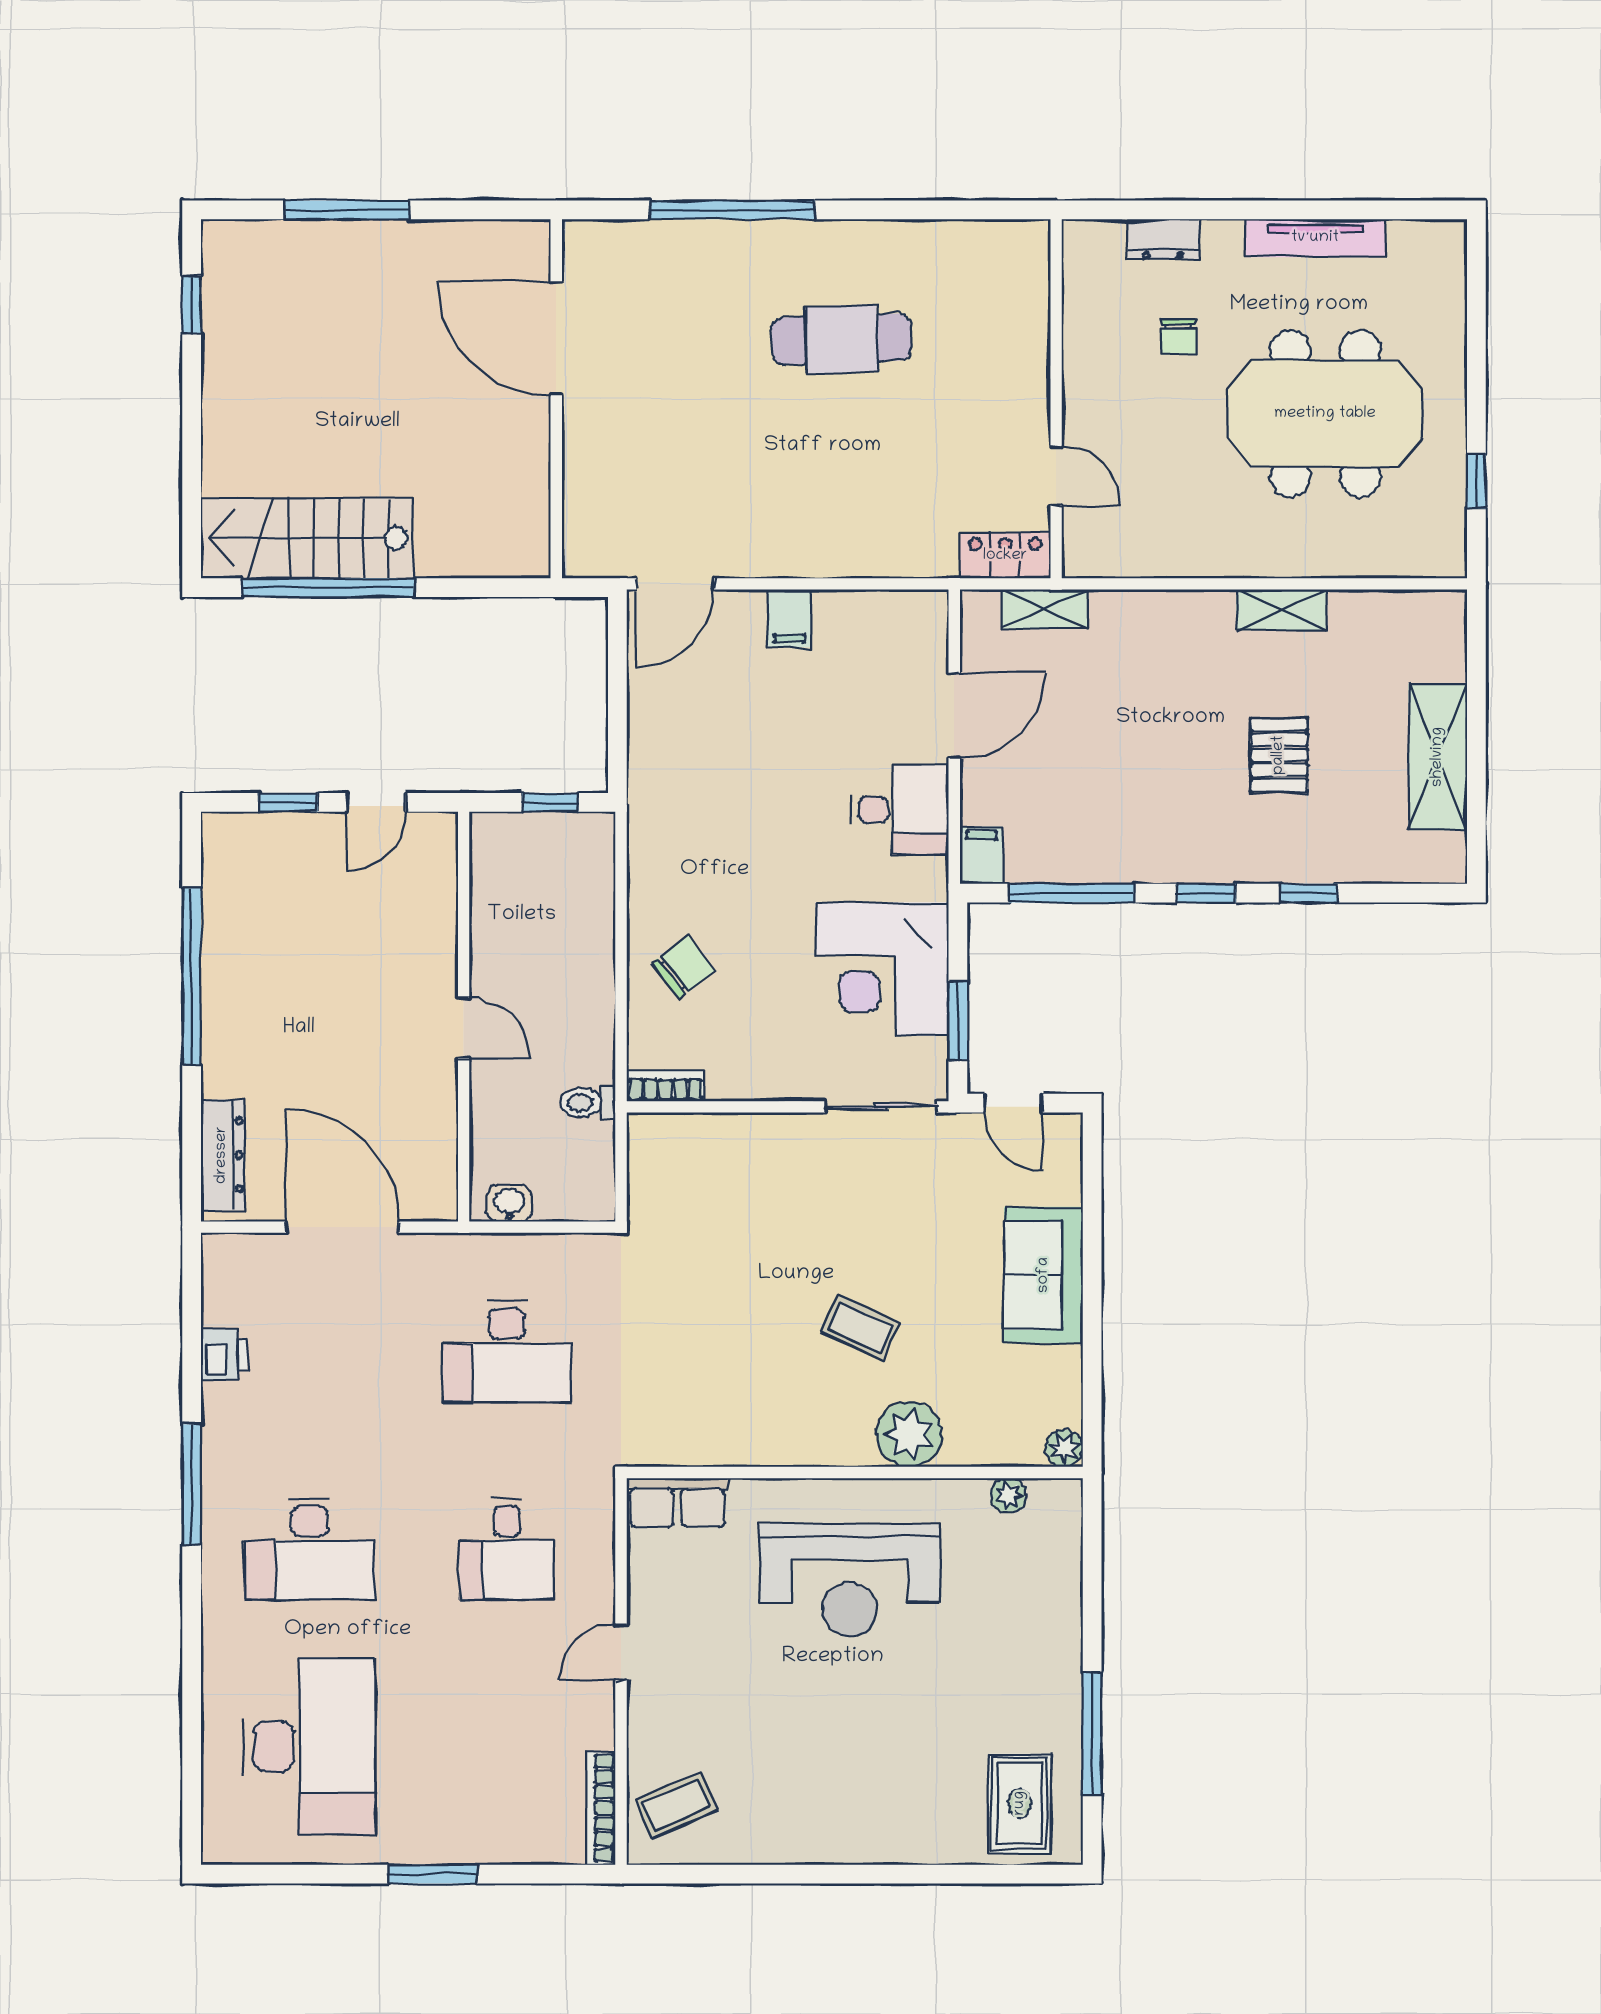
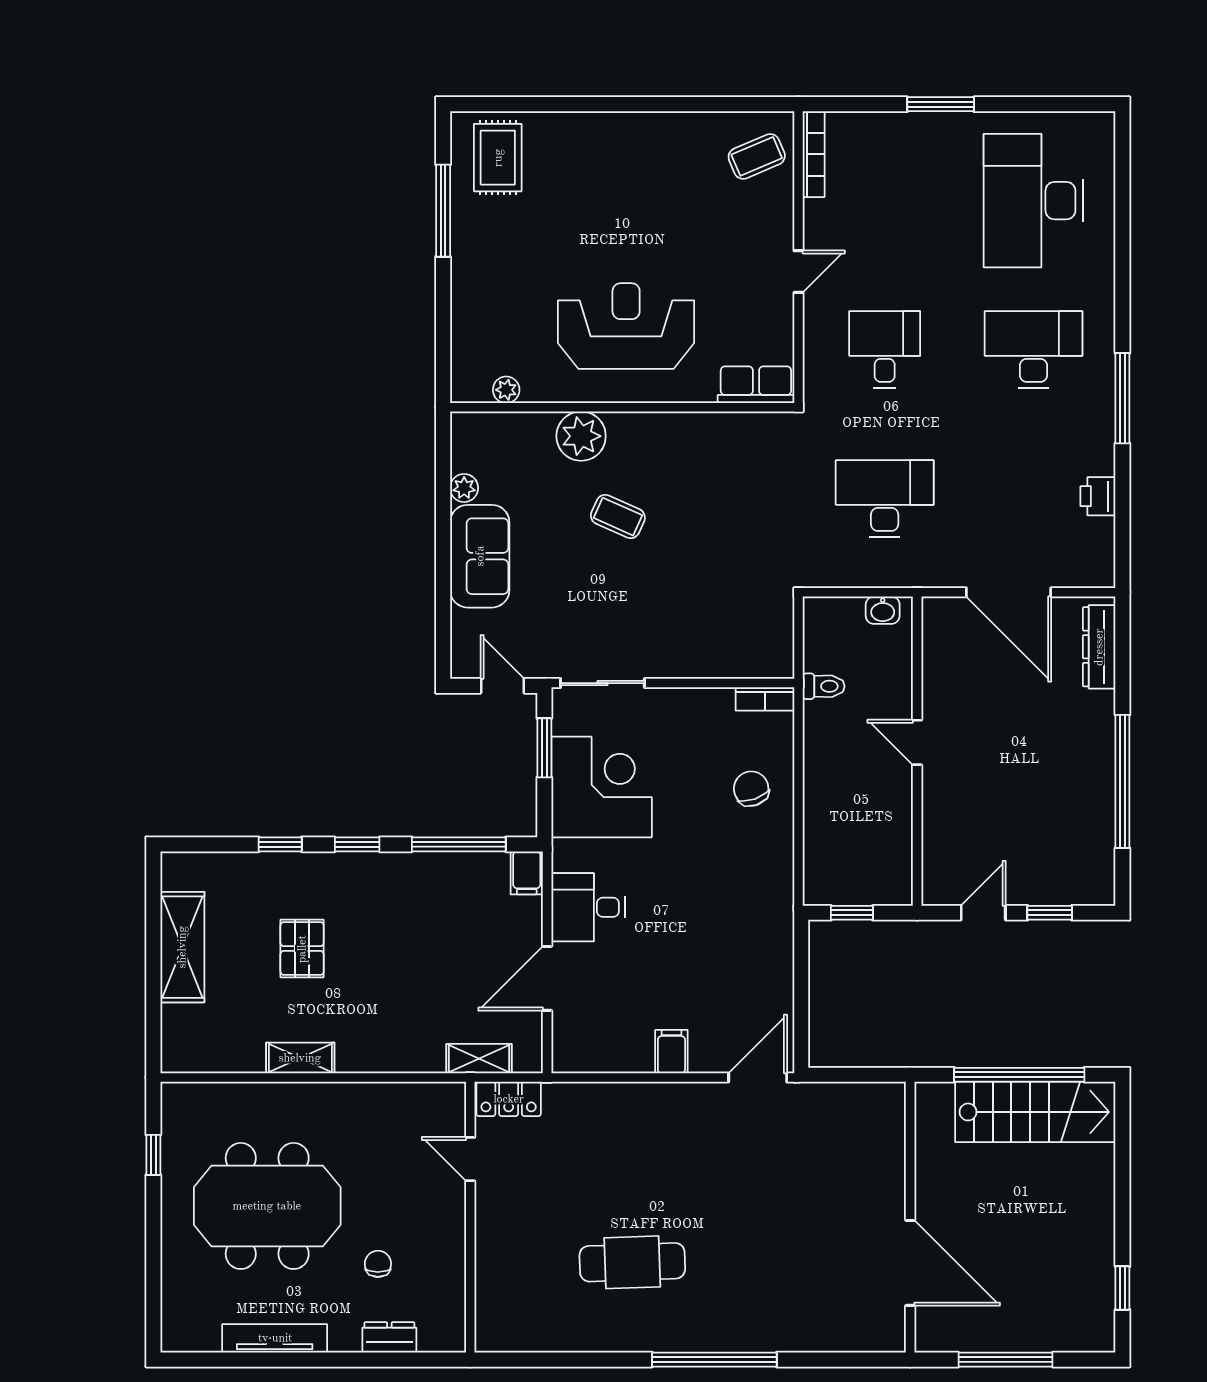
door: (556, 338) -> (910, 1263), moved
wall: (556, 399) -> (910, 1217), moved
chair: (684, 967) -> (751, 789), turned 109
plant: (1064, 1448) -> (464, 488), moved

